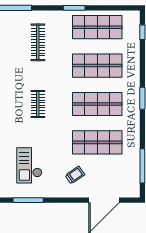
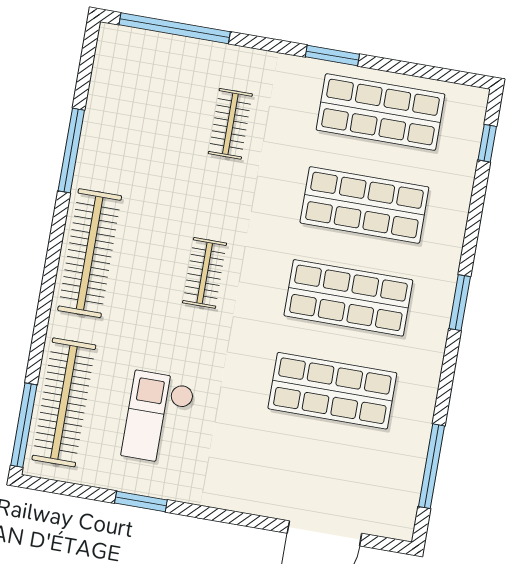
clothes rail: (38, 42) -> (230, 124), width x0.73
trolley: (75, 175) -> (265, 460), removed
window: (28, 200) -> (141, 502), width x0.69

